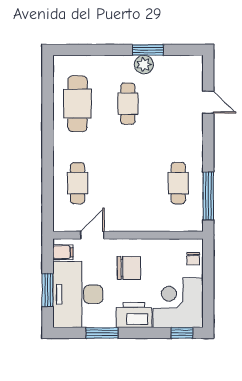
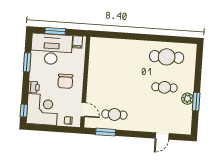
cafe table: (78, 183) -> (119, 54), removed
window: (208, 196) -> (106, 132), width x0.69
door: (92, 235) -> (83, 110), moved
printer: (134, 315) -> (34, 87), width x0.53, depth x0.68

